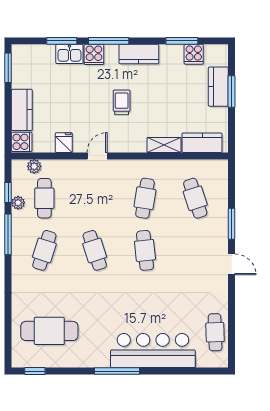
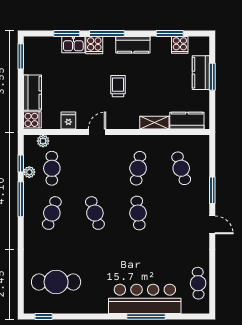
window: (117, 371) -> (146, 316), moved

